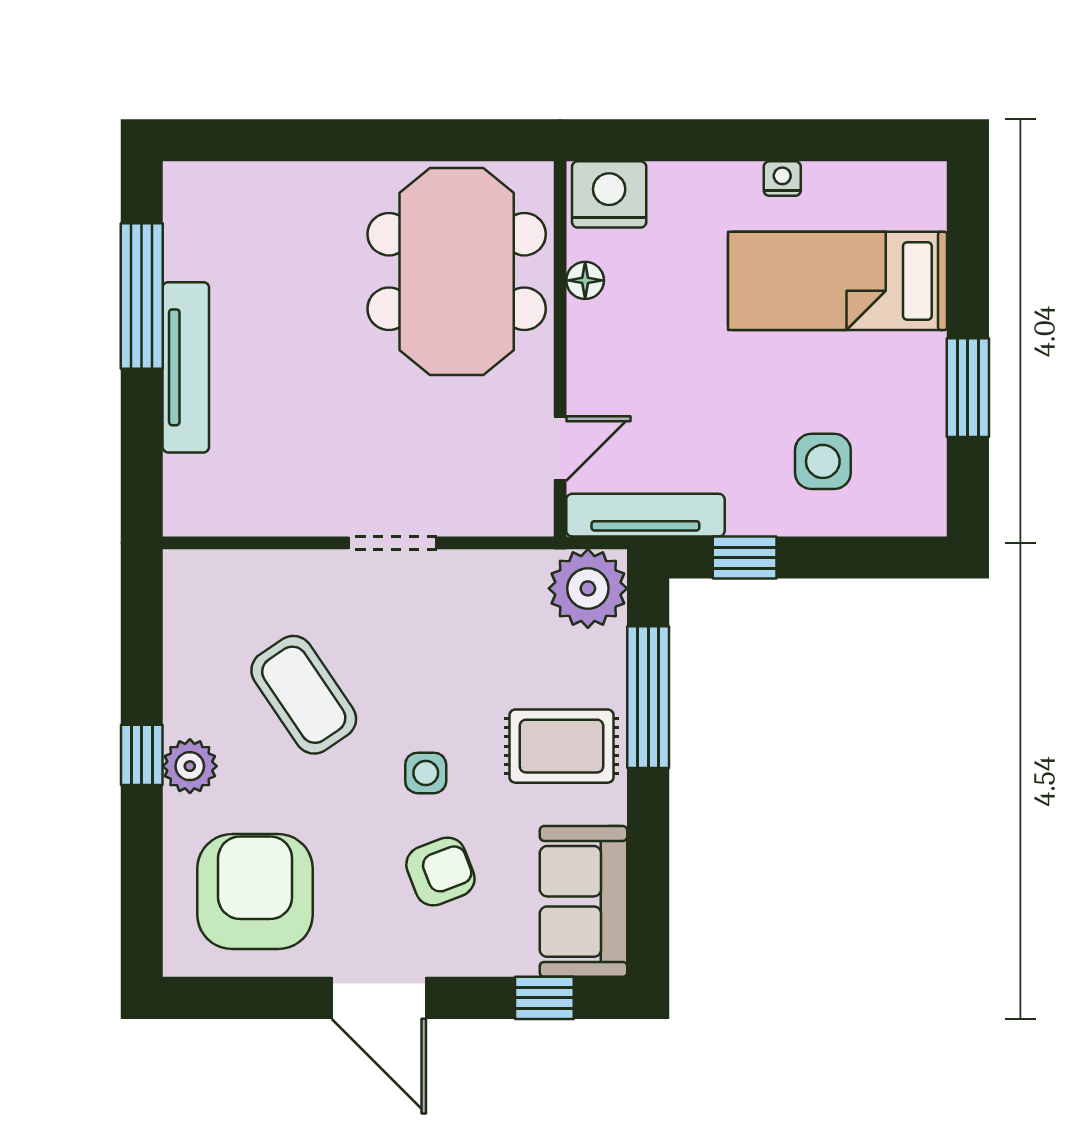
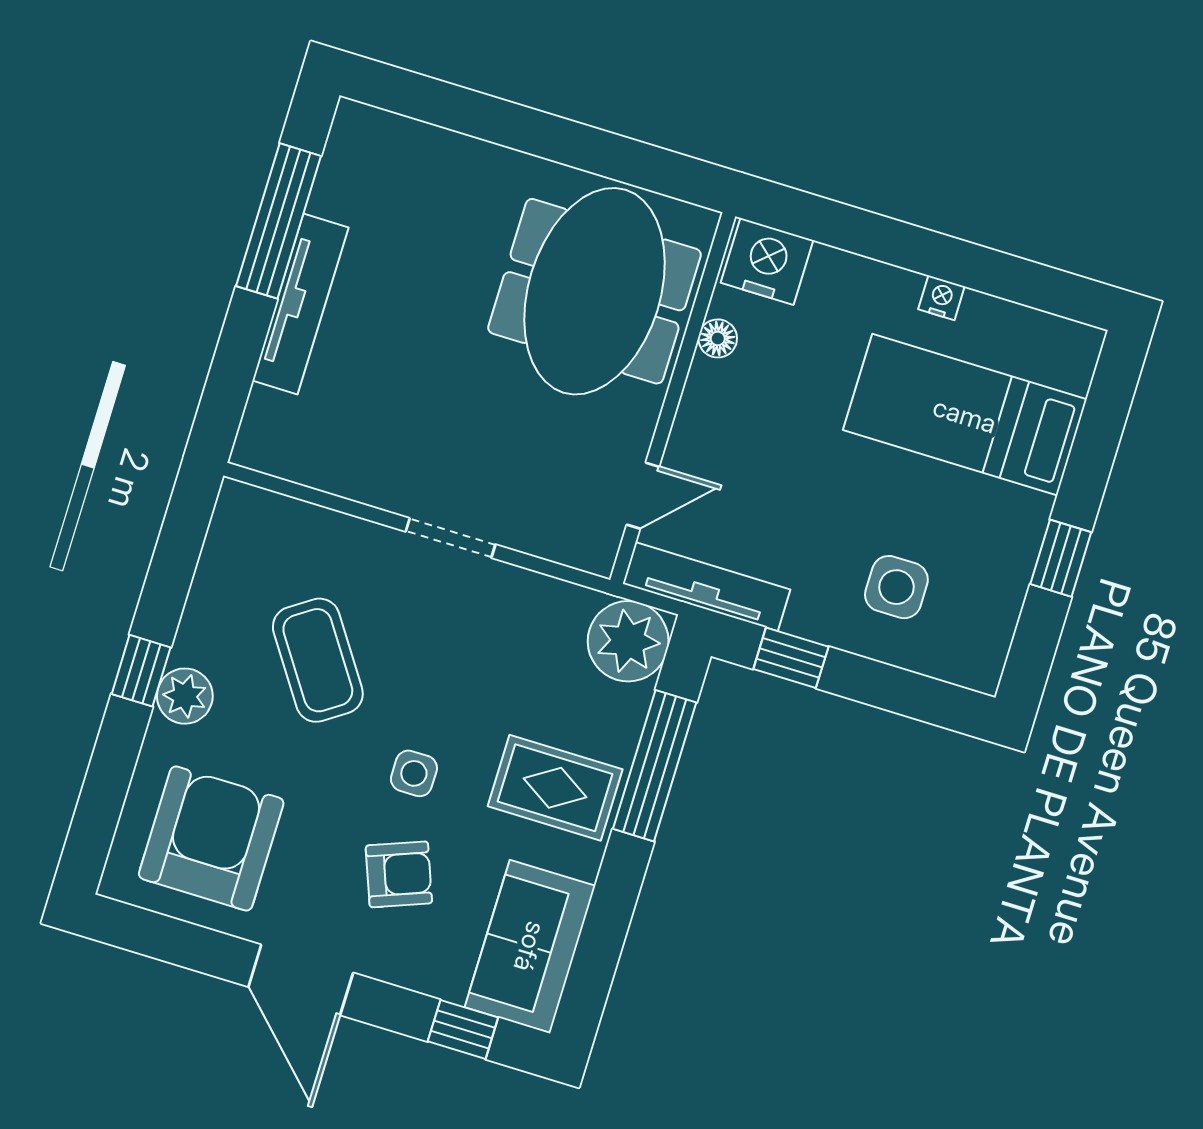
window: (968, 388) -> (1061, 558), width x0.67

